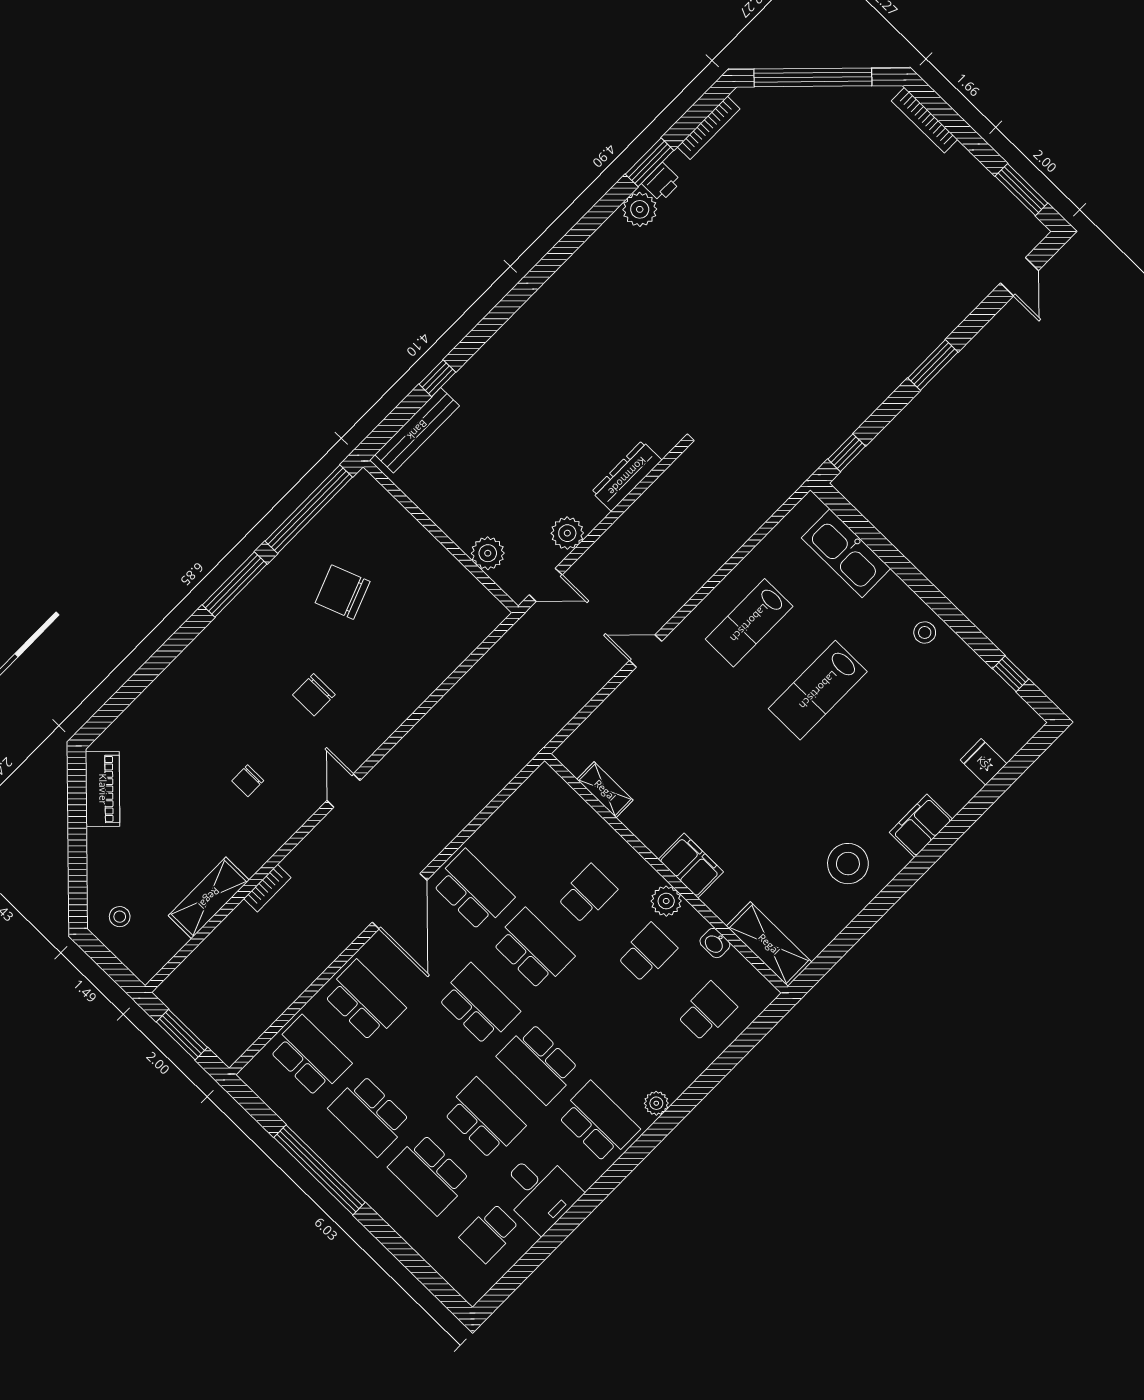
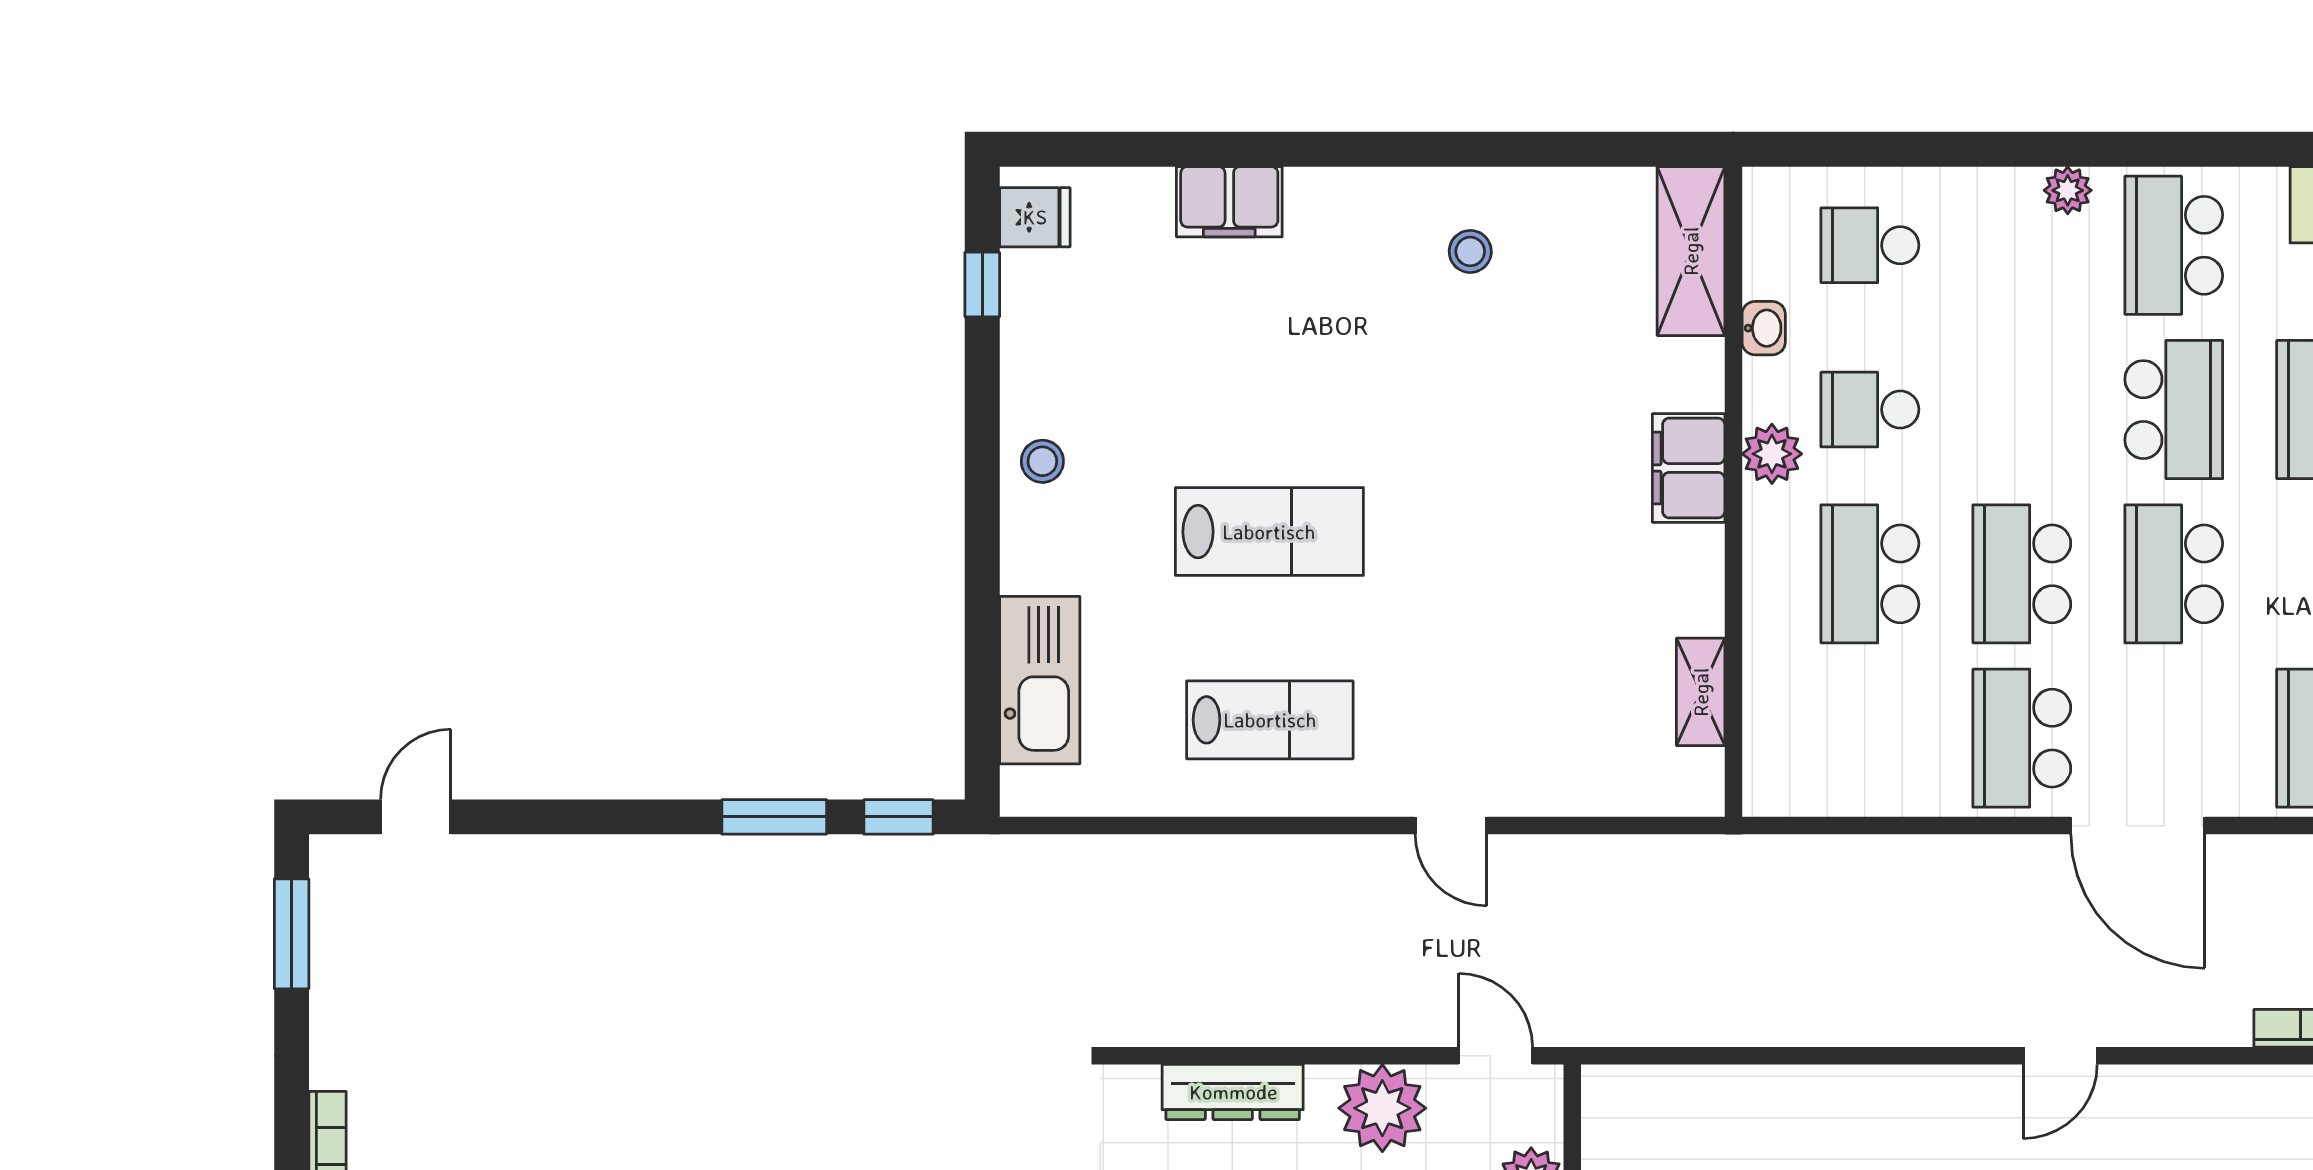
window: (933, 365) -> (774, 817), moved
plant: (567, 533) -> (1382, 1108), width x1.36, depth x1.36
fridge: (983, 762) -> (1035, 217), moved, turned -90
filing cabinet: (921, 826) -> (1229, 202), moved
stool: (848, 864) -> (1470, 251), width x0.53, depth x0.53
school desk: (587, 894) -> (1870, 574), width x1.85
door: (400, 901) -> (2138, 826), swing flipped

